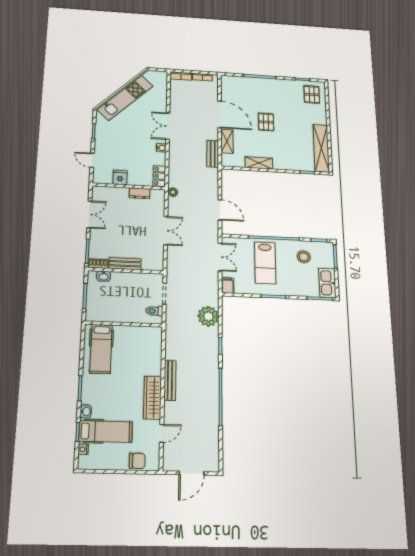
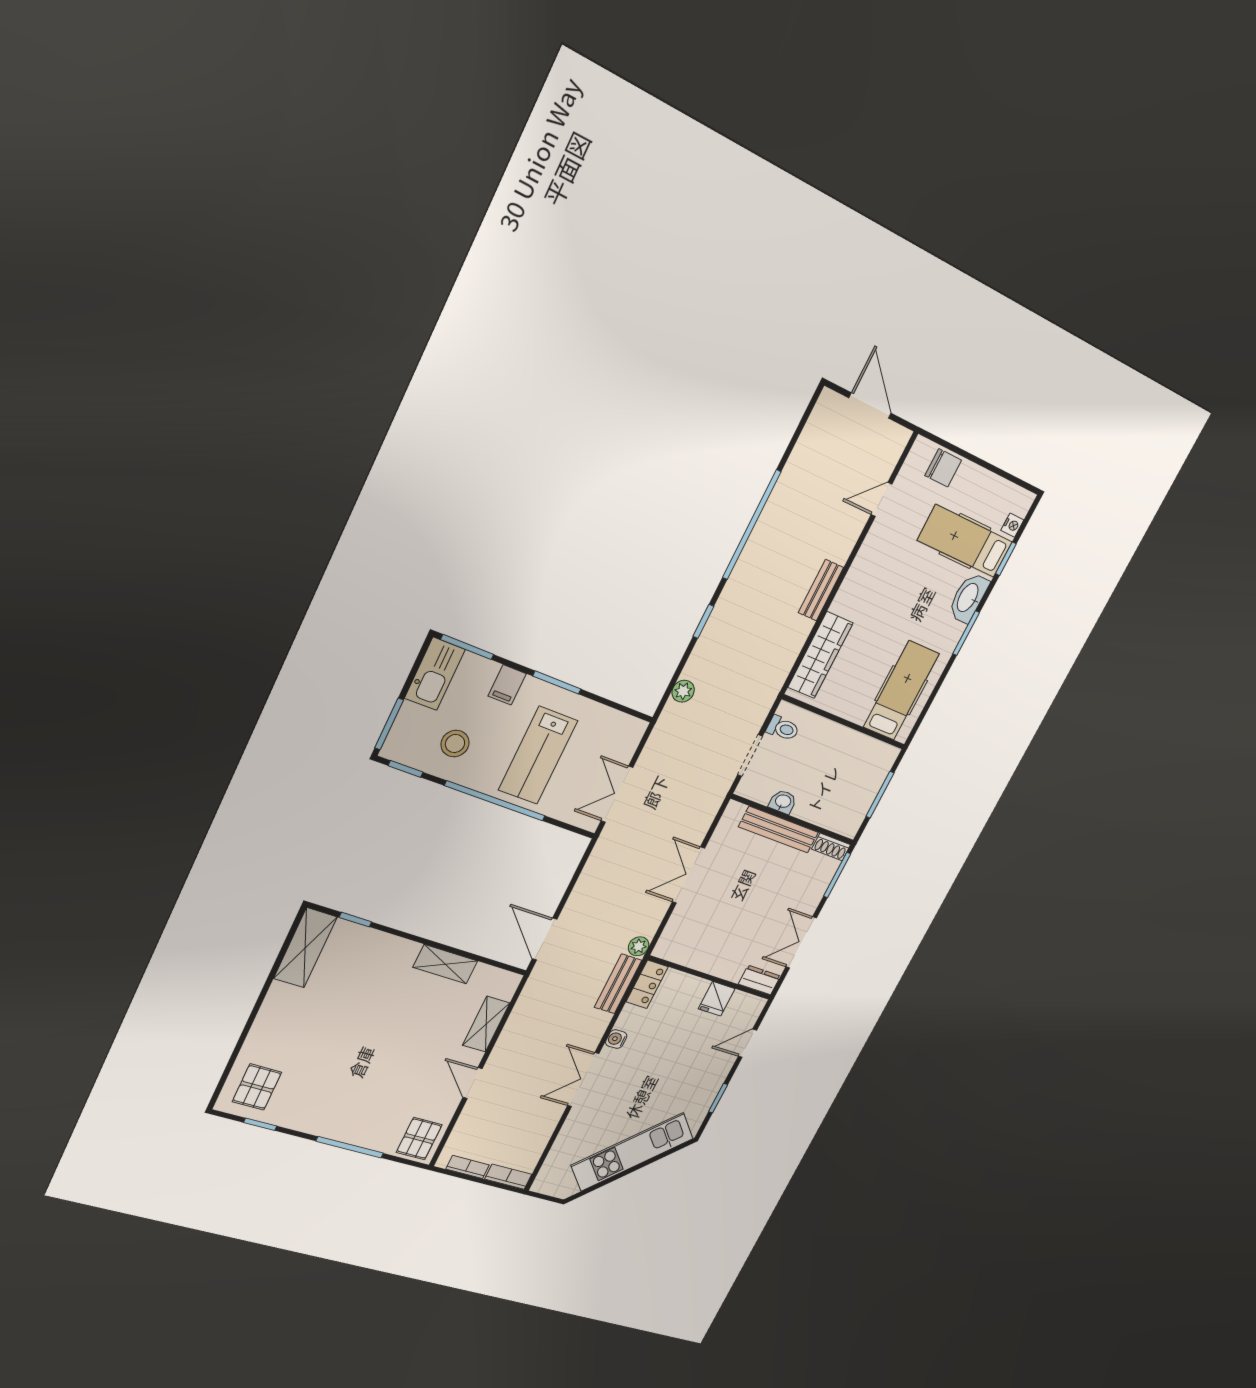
door: (220, 114) -> (473, 1083), width x0.53
pallet: (266, 122) -> (419, 1139), moved
double door: (168, 126) -> (583, 1080), swing flipped
shelving: (321, 148) -> (305, 948), width x0.68
bench: (213, 154) -> (618, 984), moved
door: (92, 160) -> (747, 1043), swing flipped
dresser: (140, 193) -> (759, 980), moved
door: (220, 210) -> (545, 939), moved
lab bench: (265, 263) -> (538, 755), turned 180
bench: (125, 264) -> (779, 830), width x1.36
washbasin: (104, 276) -> (783, 802), moved
filing cabinet: (228, 286) -> (507, 685), moved
plant: (208, 316) -> (683, 691), width x0.53, depth x0.53
bench: (170, 380) -> (821, 590), width x0.73
wardrobe: (152, 398) -> (820, 655), moved
washbasin: (86, 411) -> (968, 598), width x1.91, depth x1.45
chair: (137, 461) -> (943, 468), turned 180
door: (192, 473) -> (870, 405), hinge flipped

